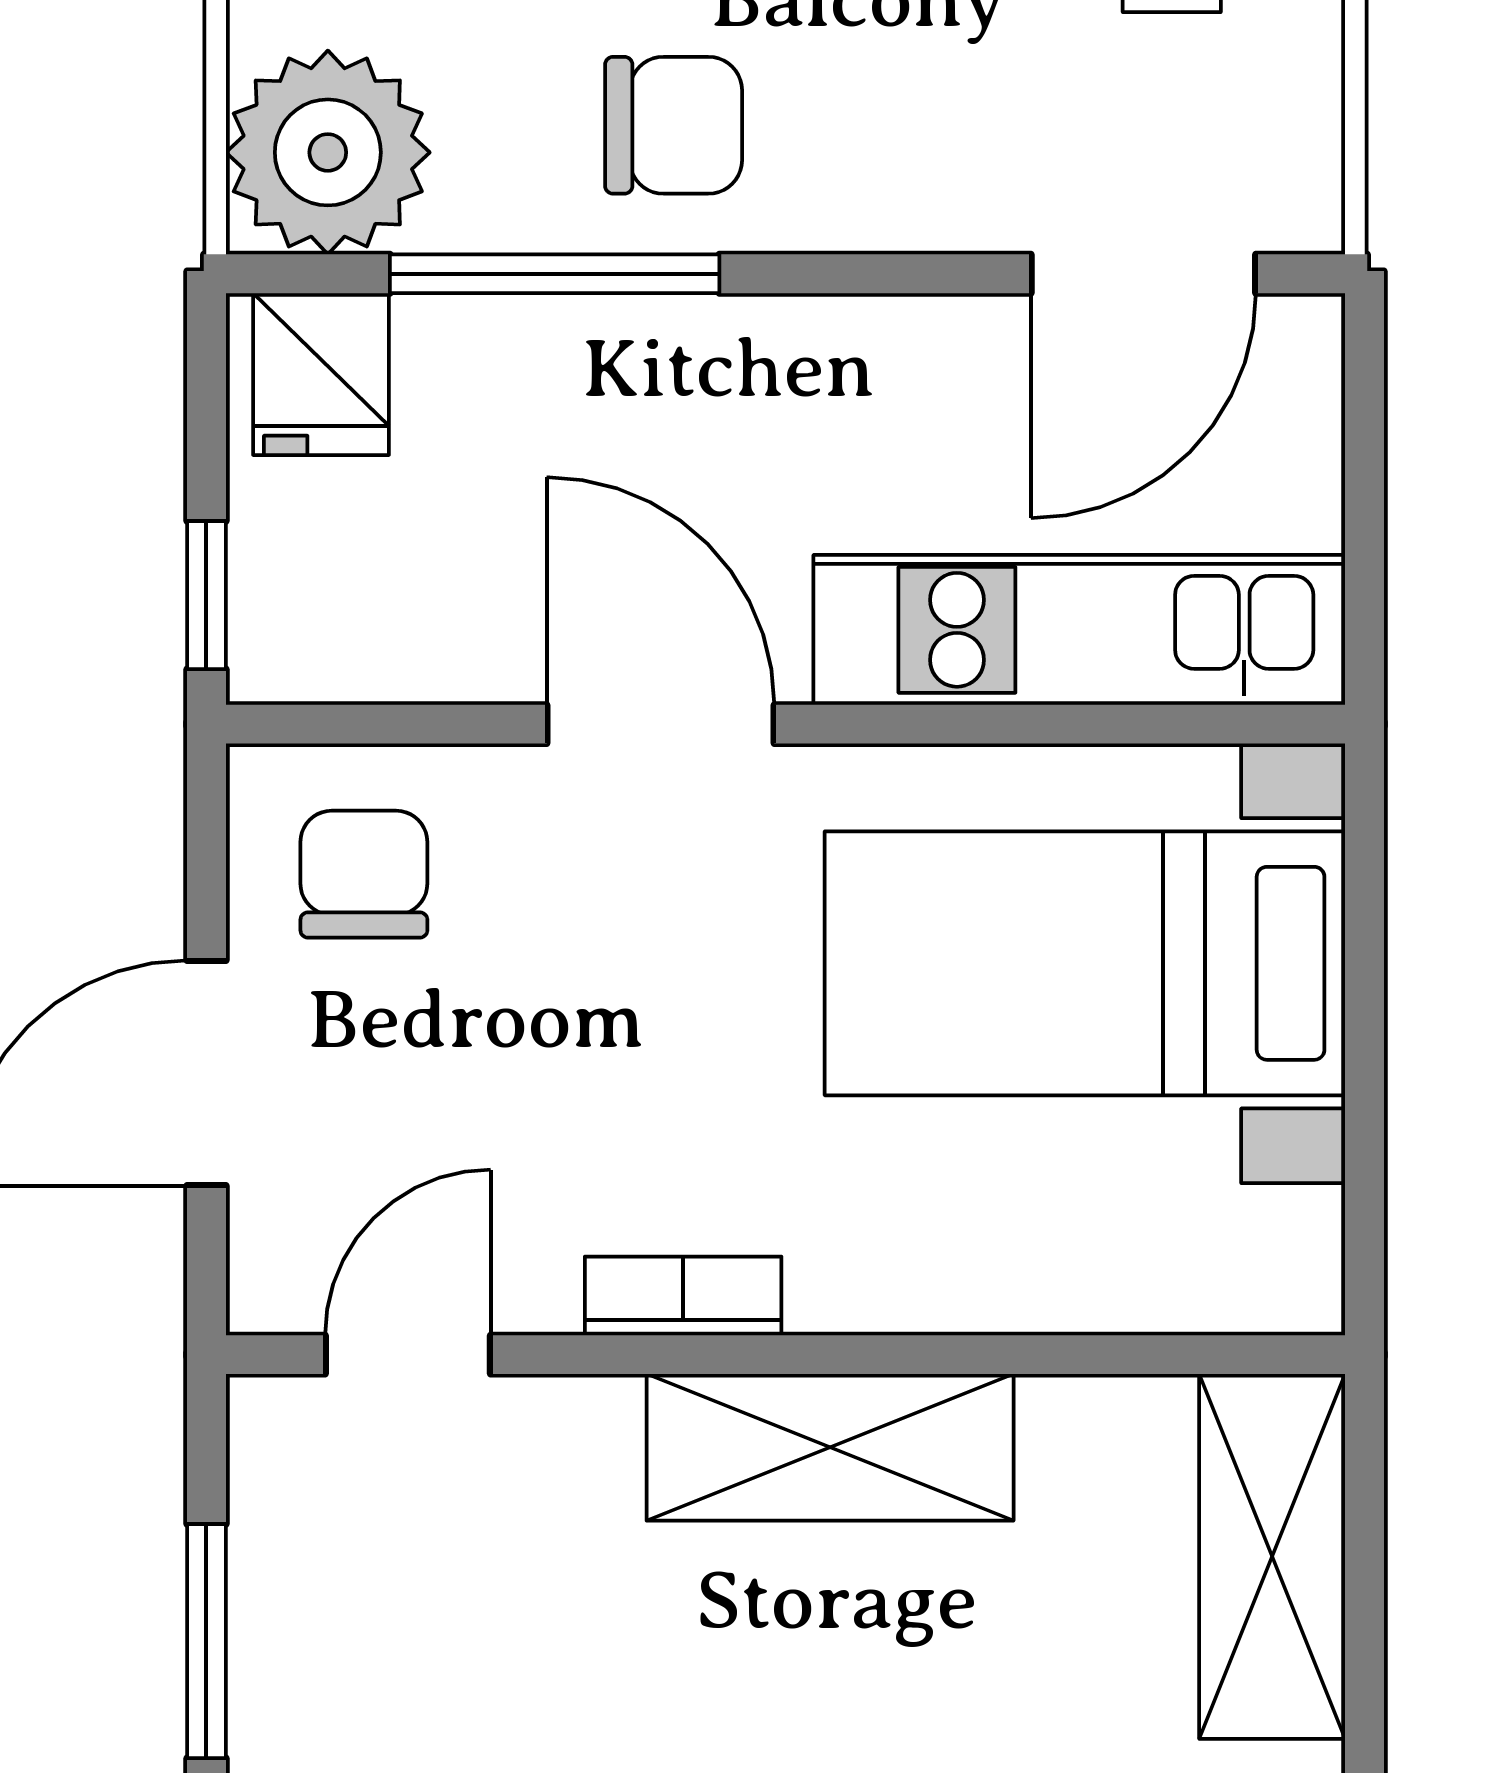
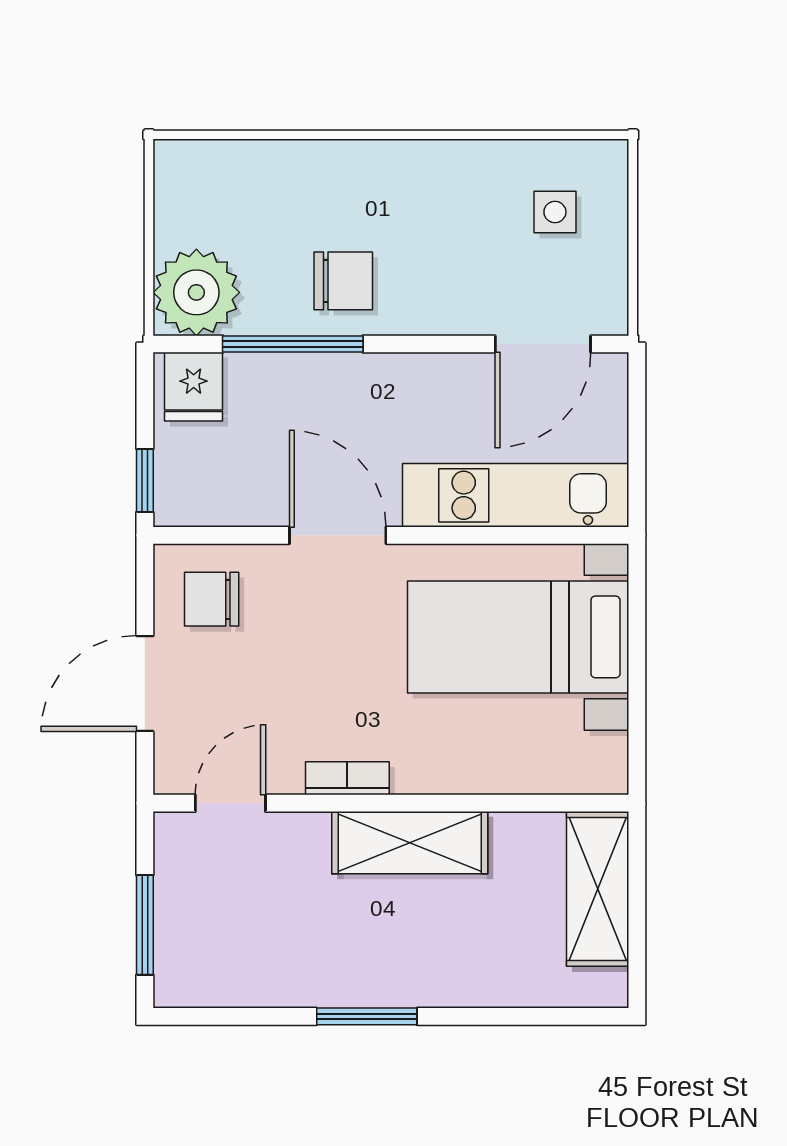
chair: (364, 874) -> (212, 599), turned -90

